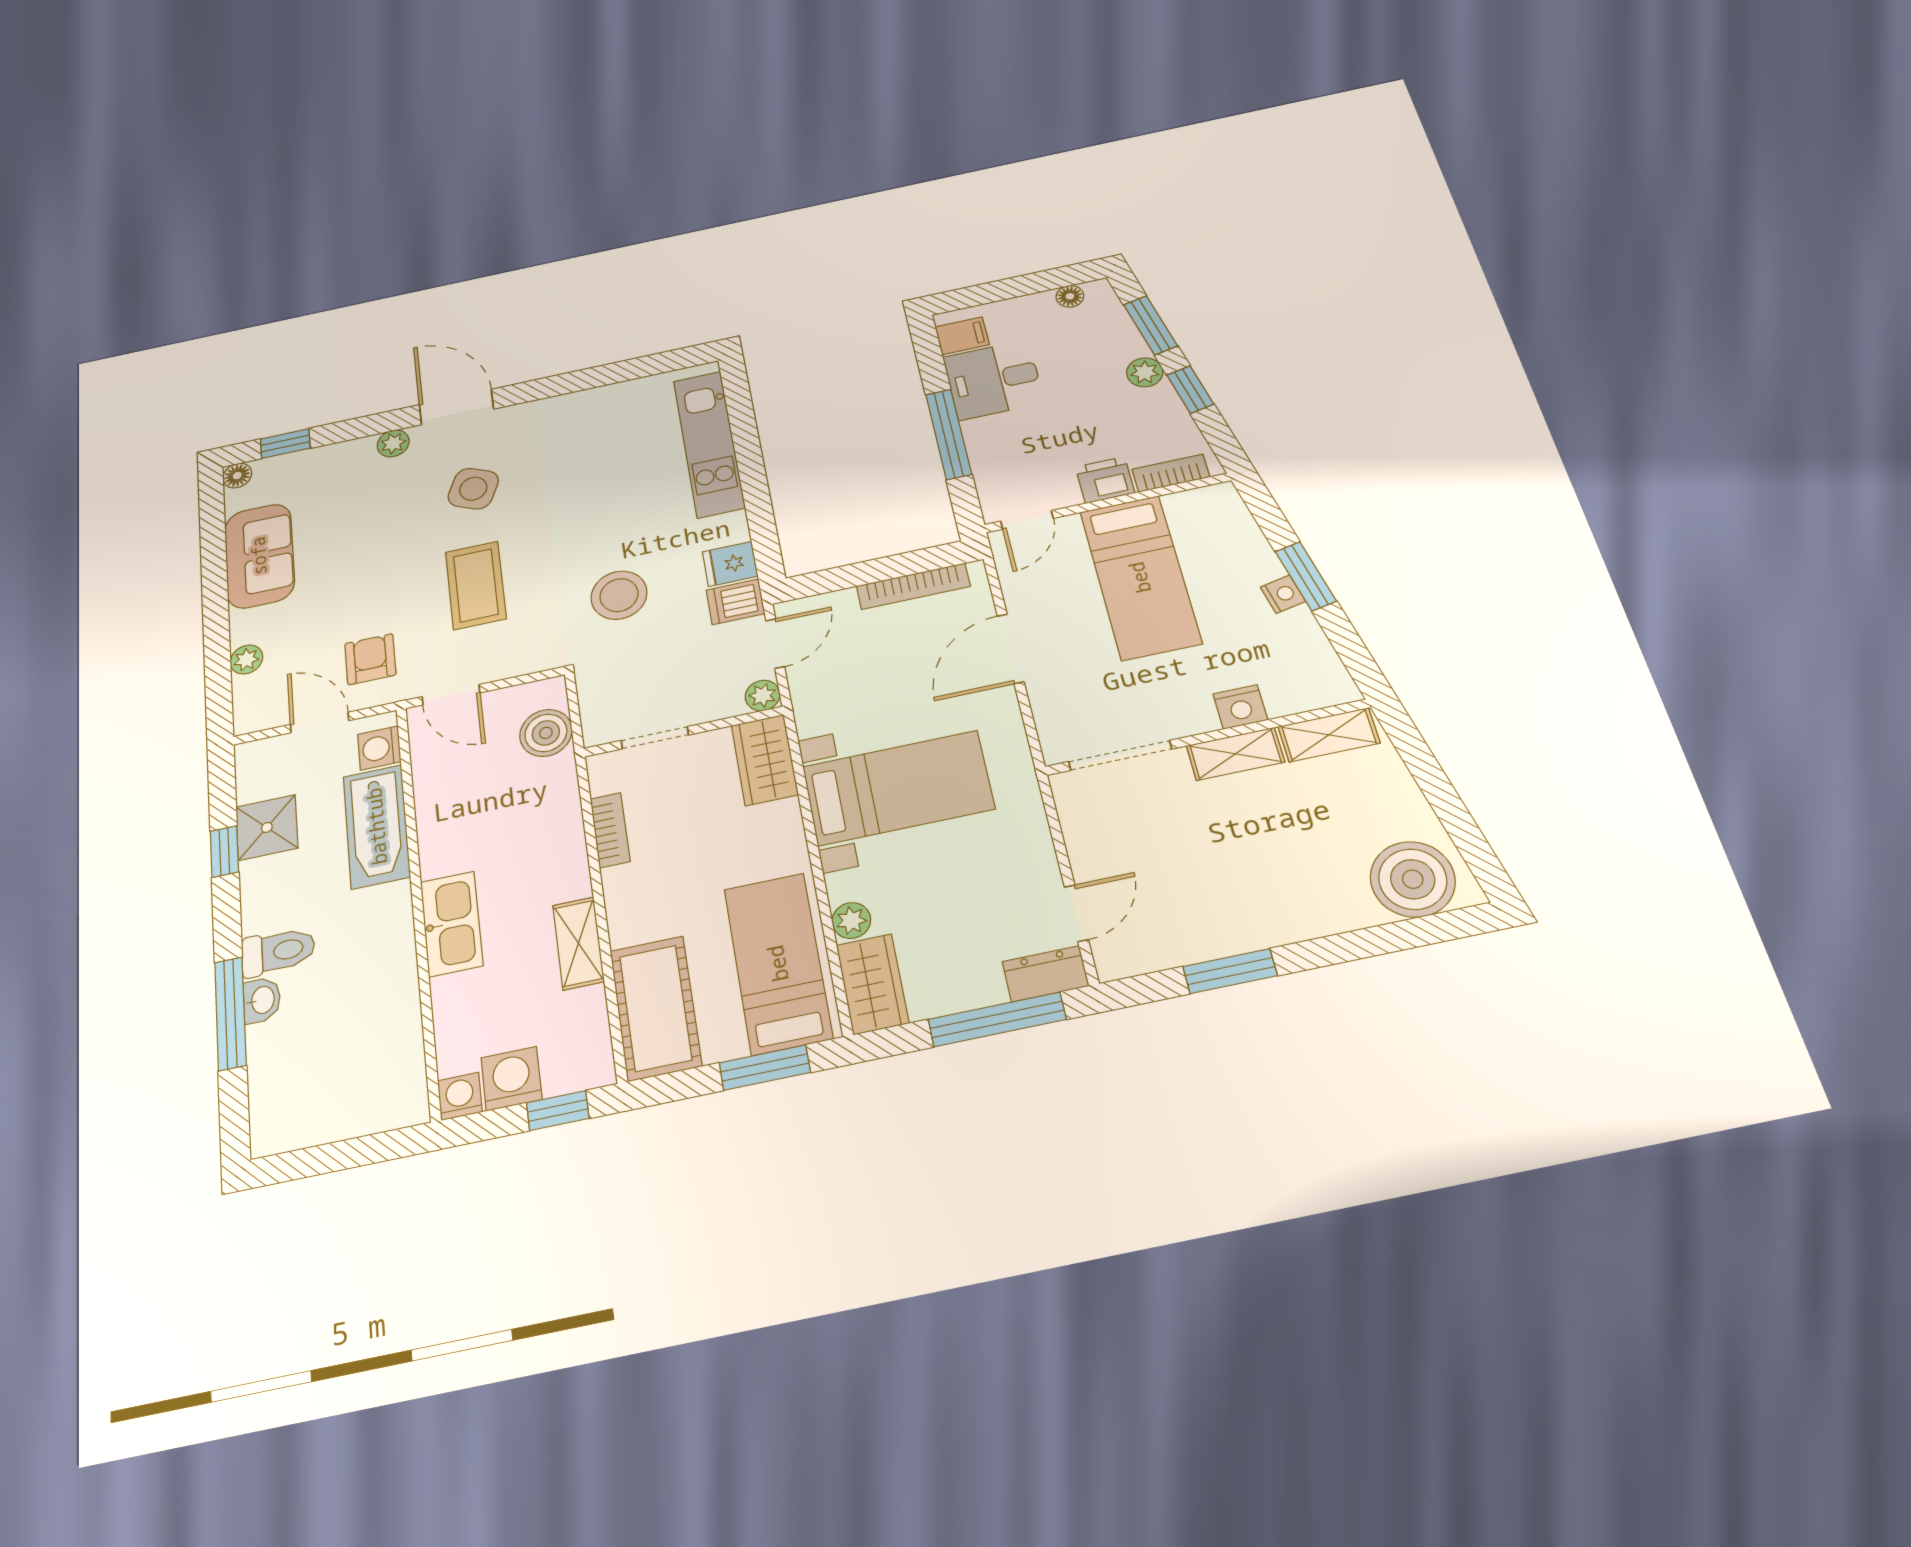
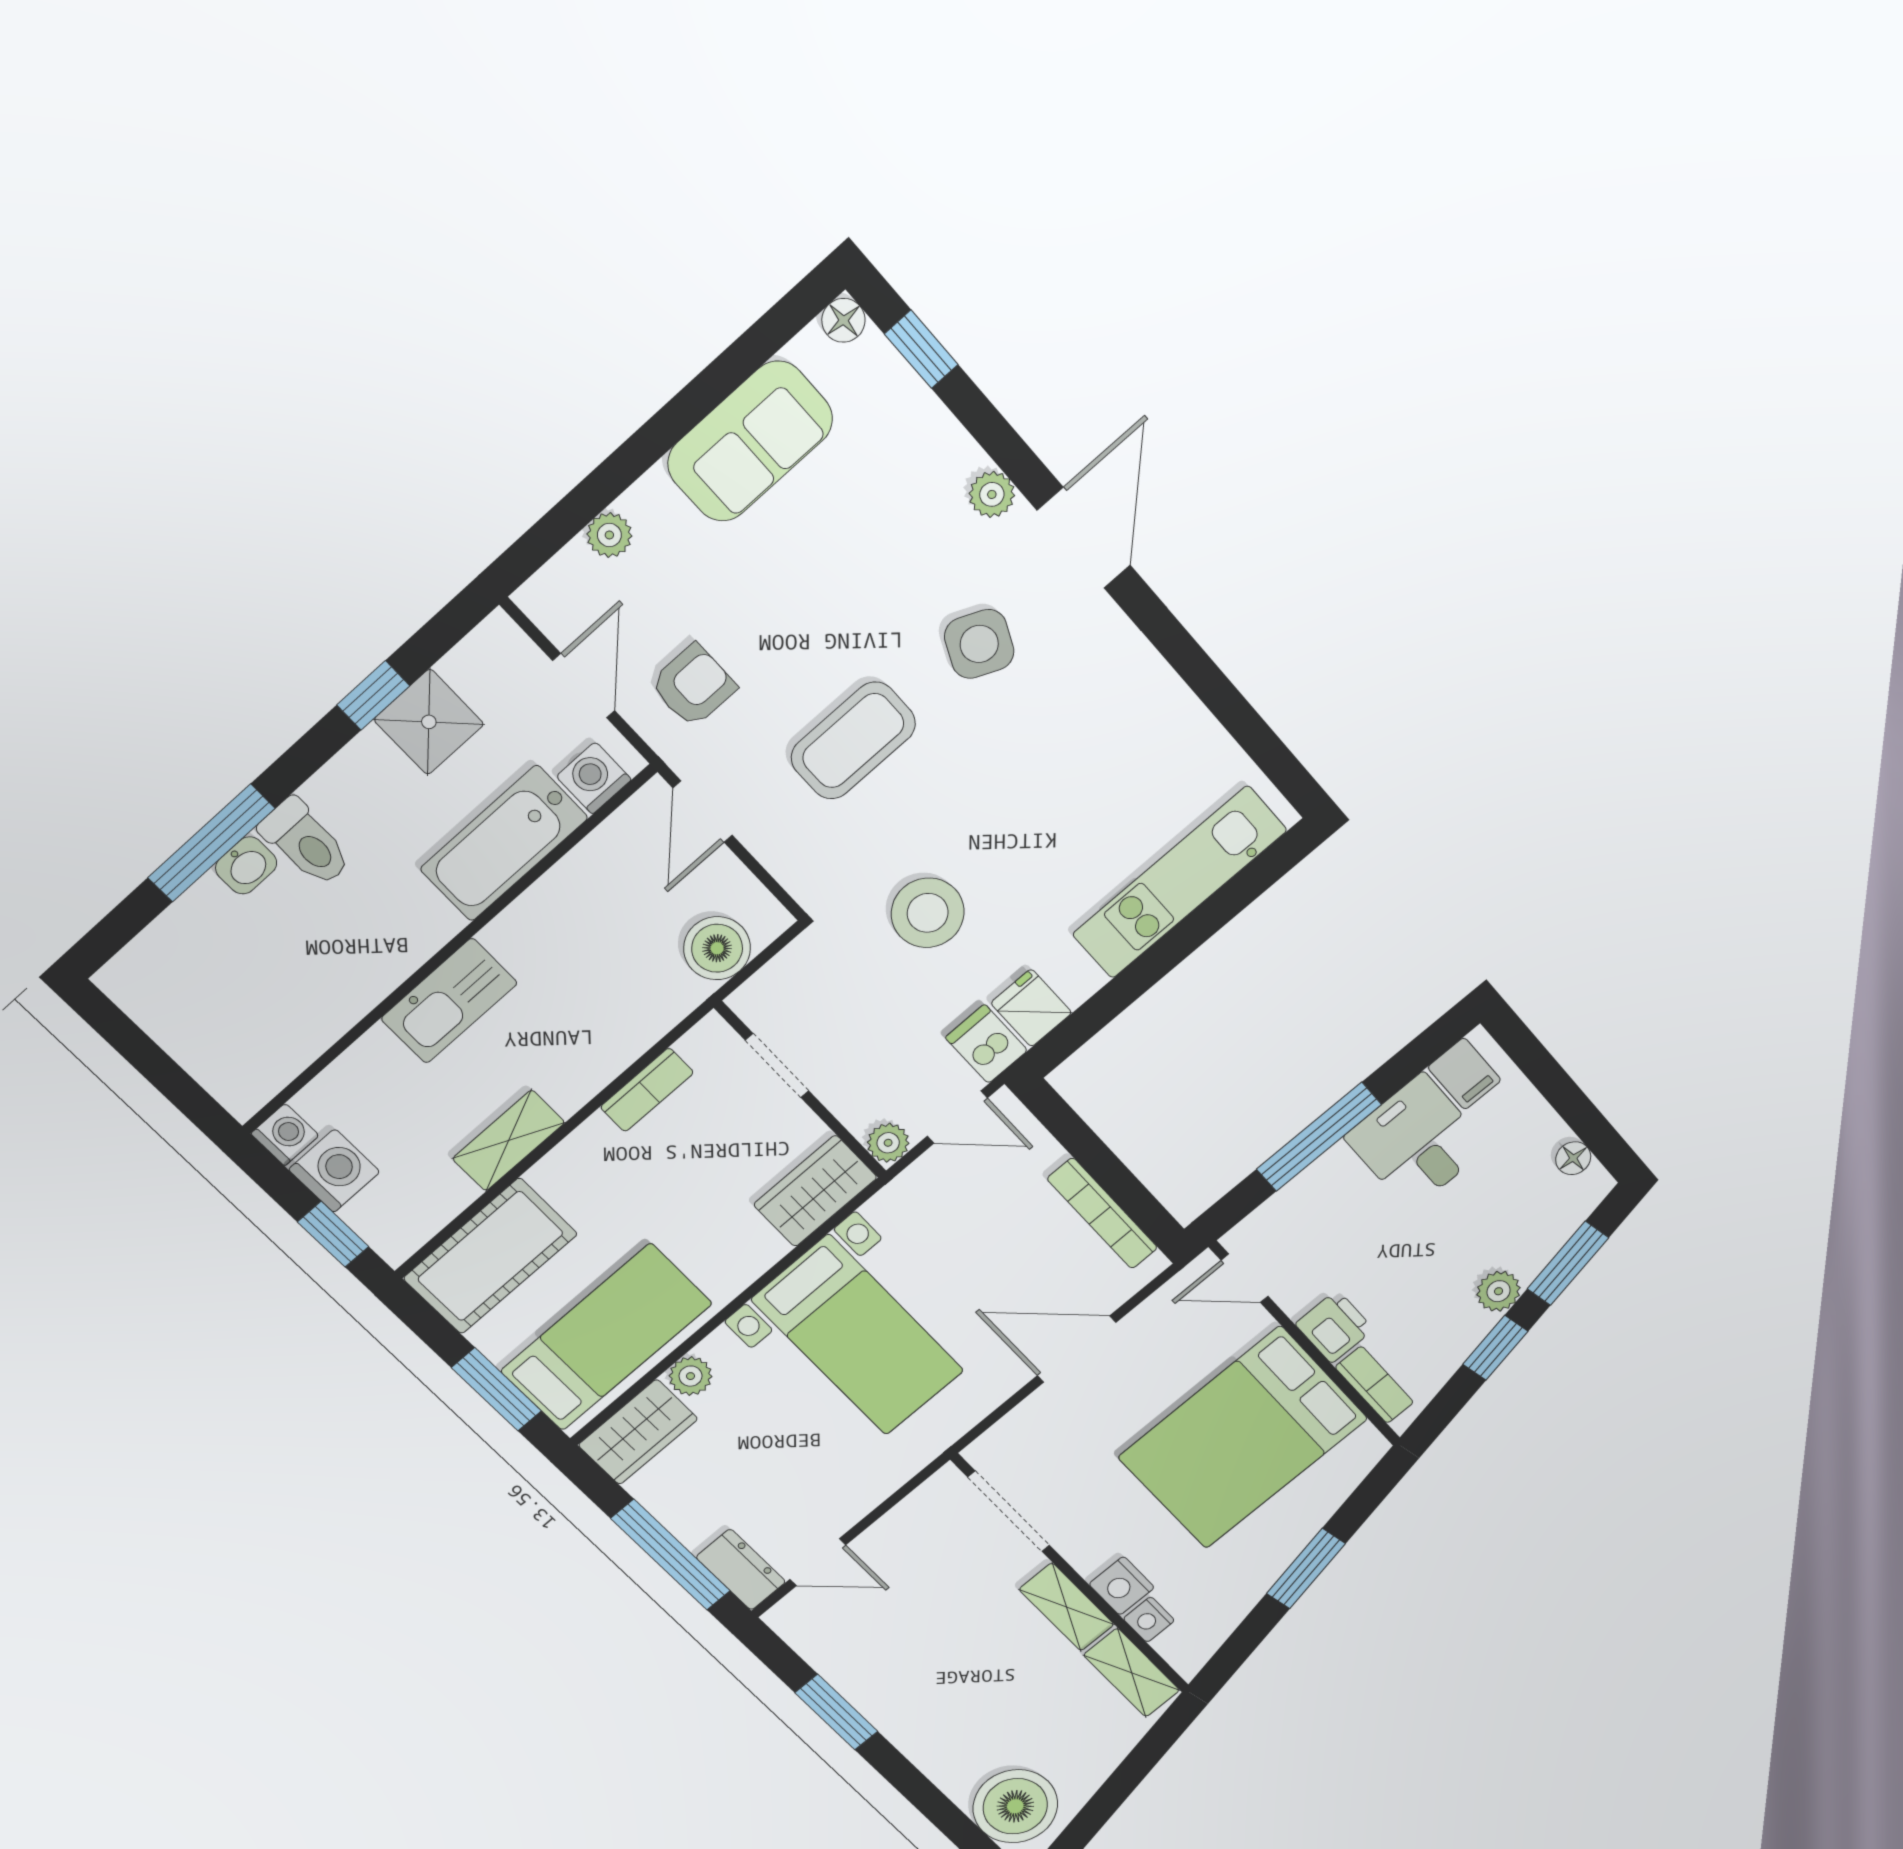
bed: (1140, 577) -> (1243, 1438), width x1.50
nightstand: (1283, 594) -> (1149, 1620), moved, turned 102

